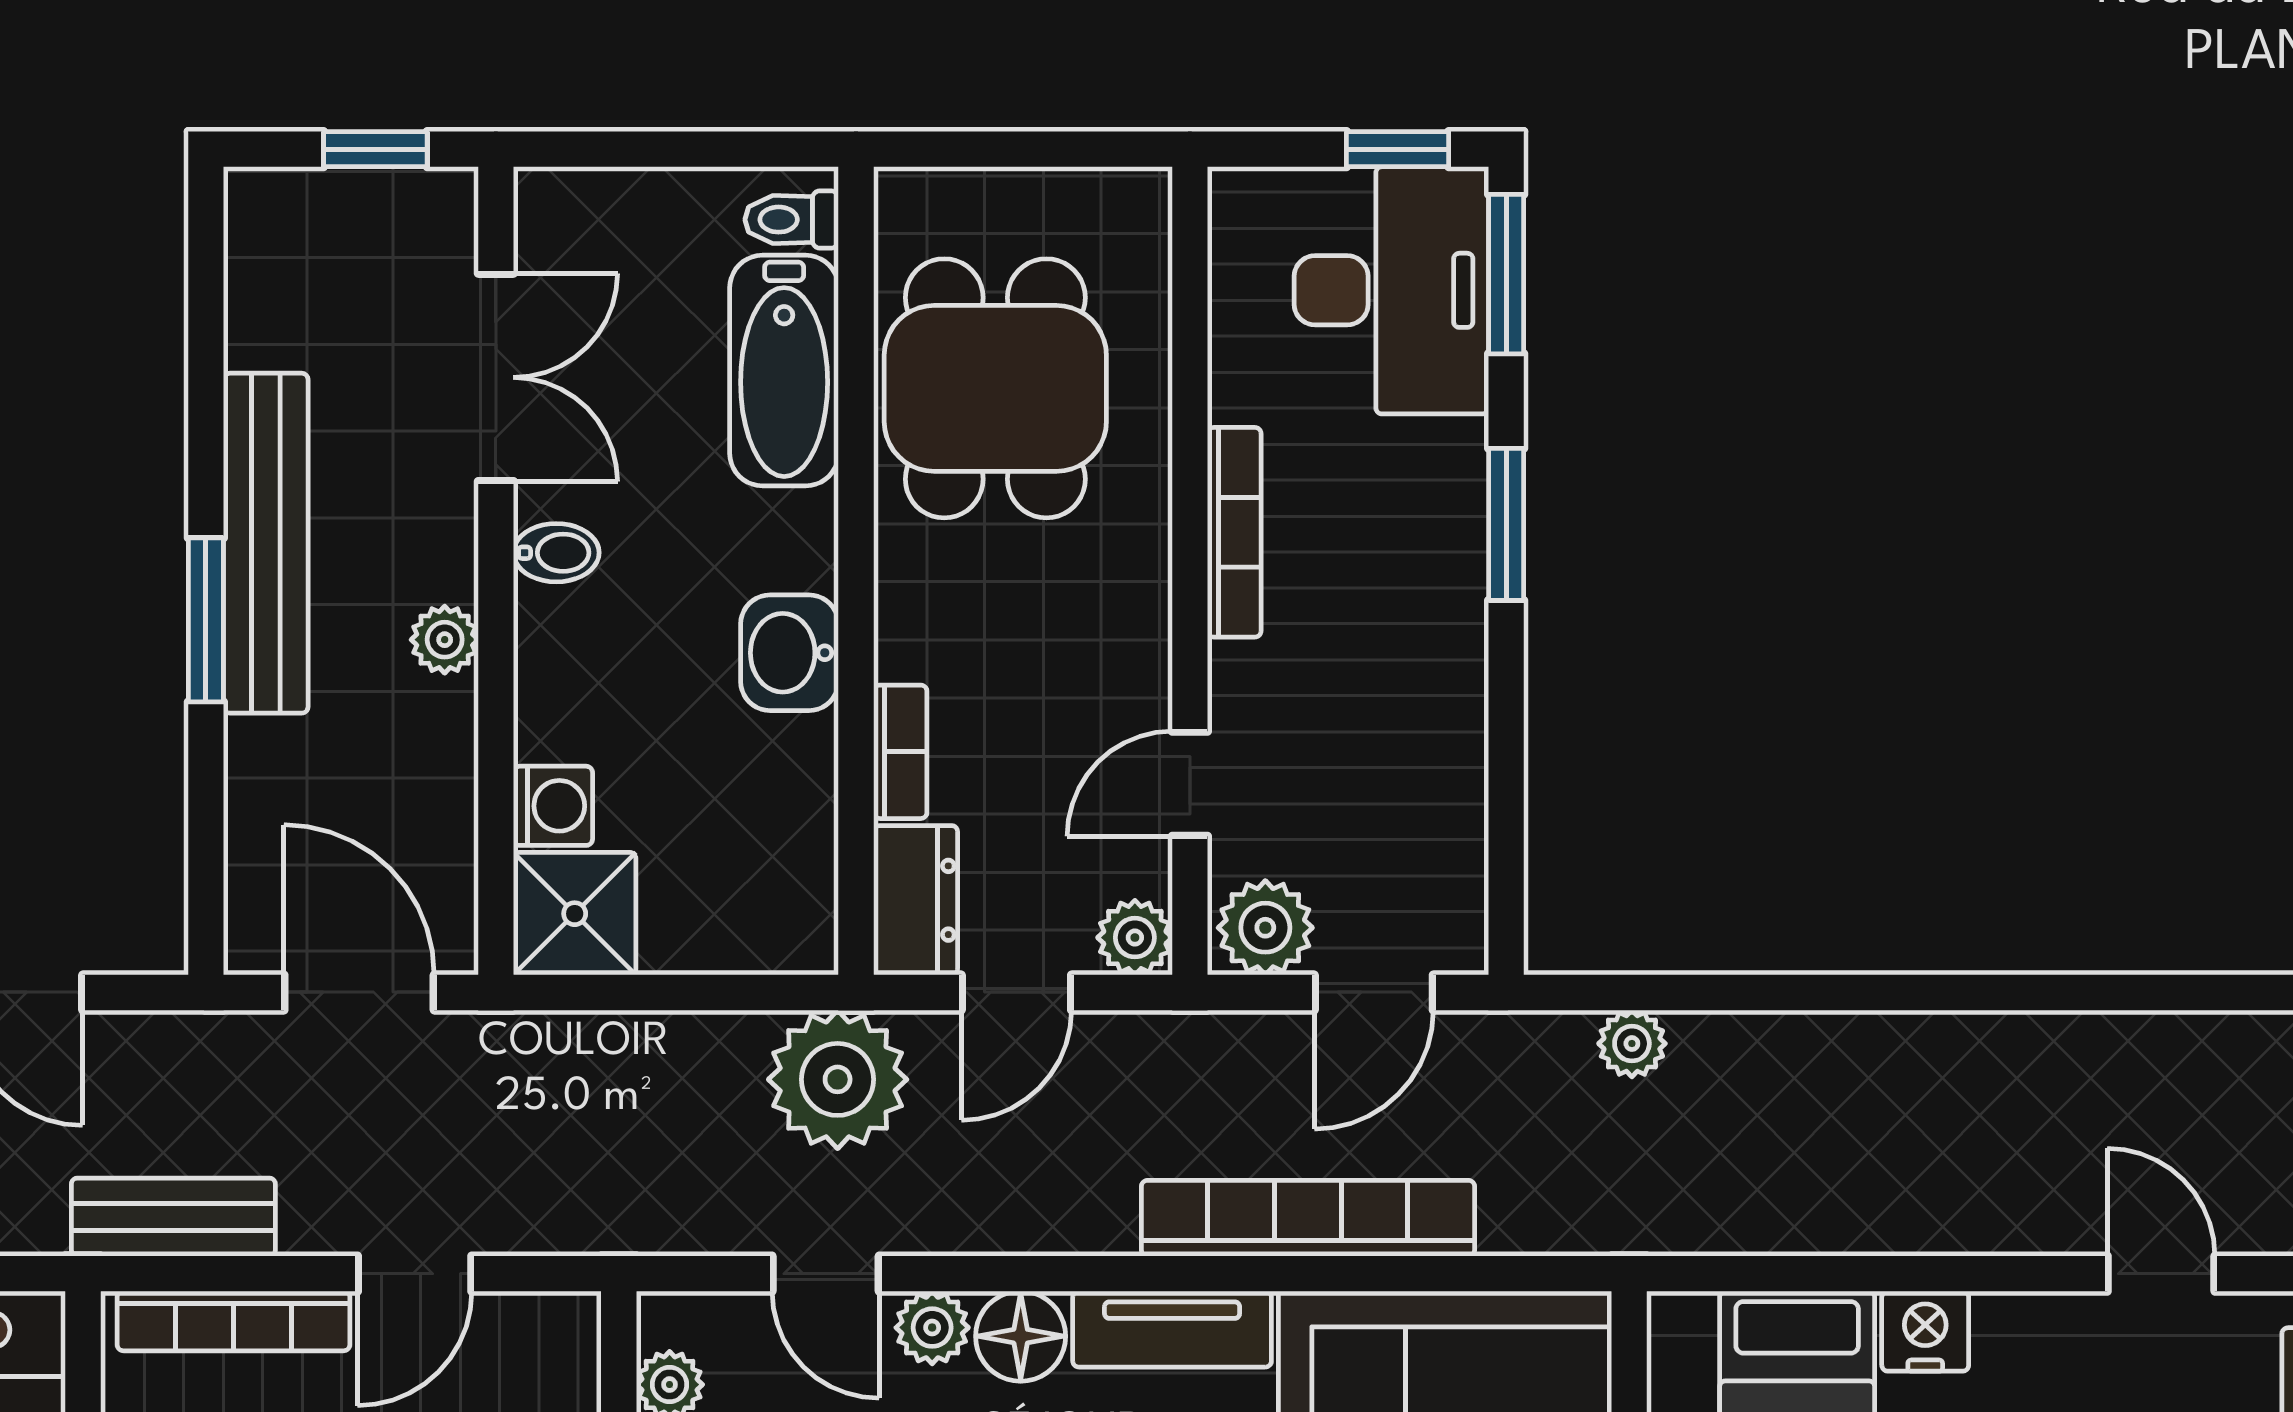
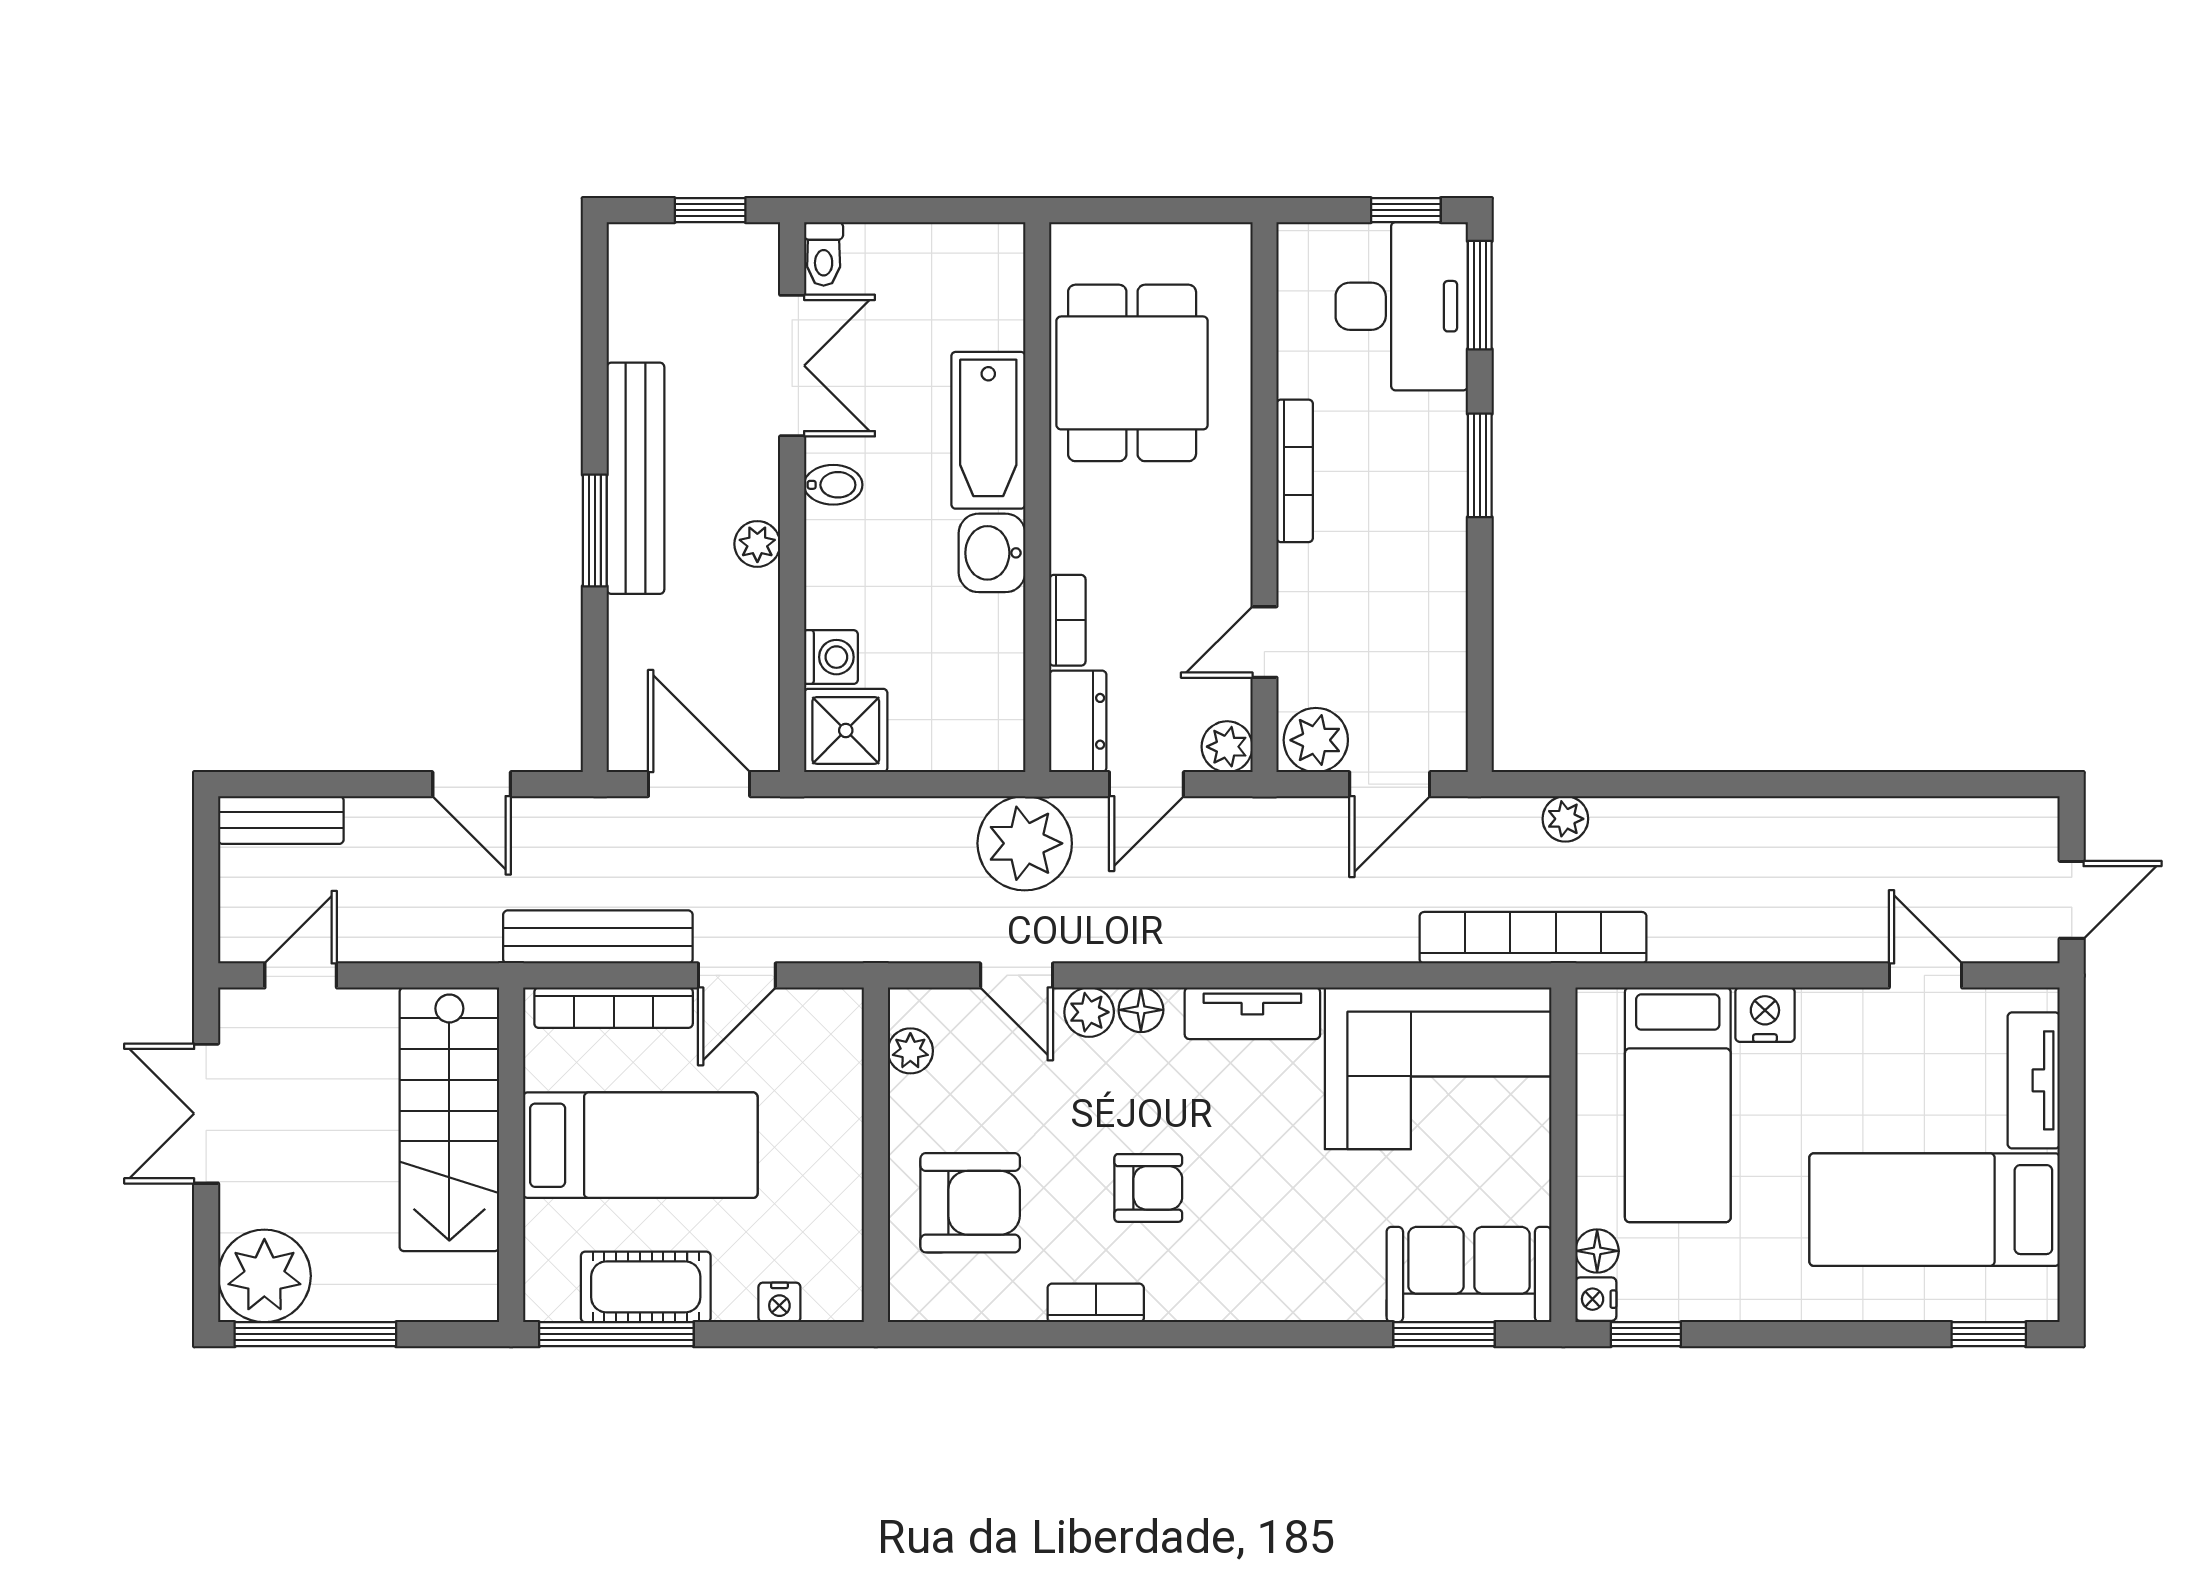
toilet: (792, 220) -> (824, 254), moved, turned -90
bathtub: (784, 371) -> (988, 430), moved
bench: (173, 1217) -> (598, 937), width x1.36
bookcase: (1308, 1218) -> (1533, 938), moved
floor lamp: (1021, 1336) -> (1141, 1010), width x0.73, depth x0.73

